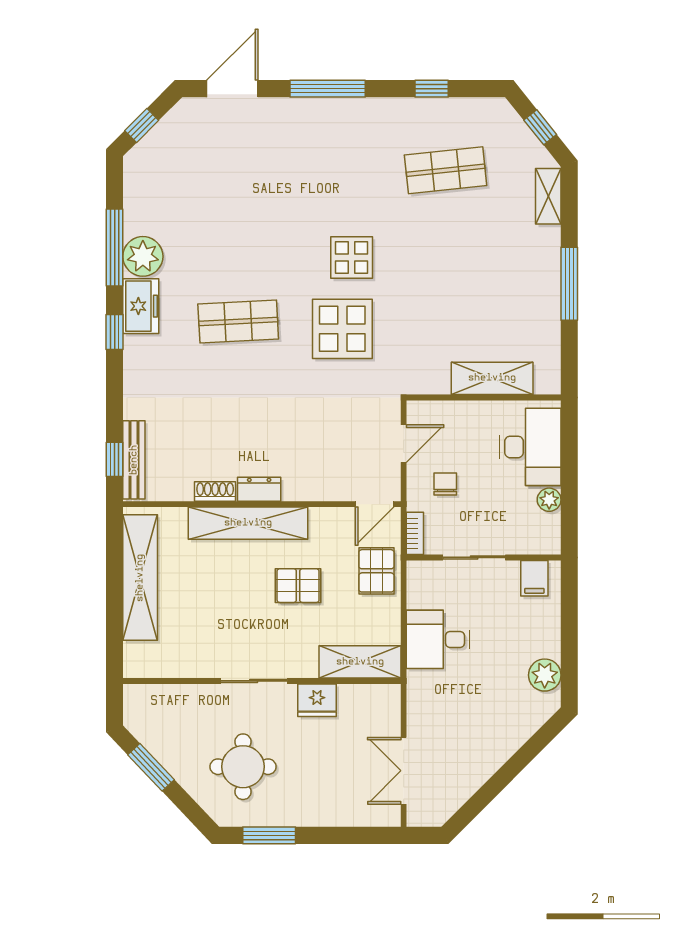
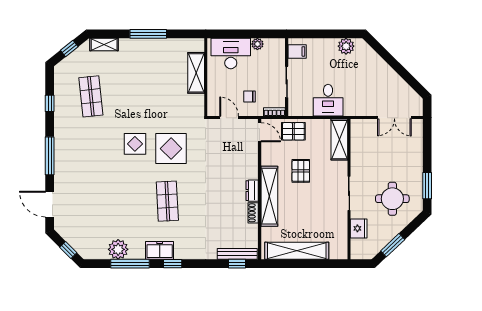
plant: (143, 256) -> (118, 249), moved
fridge: (317, 700) -> (359, 228), moved

